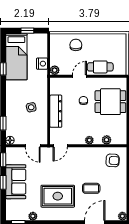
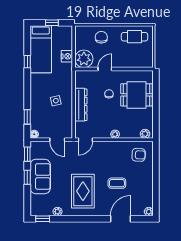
cafe table: (100, 67) -> (134, 37), moved
plant: (55, 70) -> (84, 59), width x1.87, depth x1.87
plant: (107, 140) -> (145, 134), moved
rug: (58, 196) -> (83, 191), turned 90

